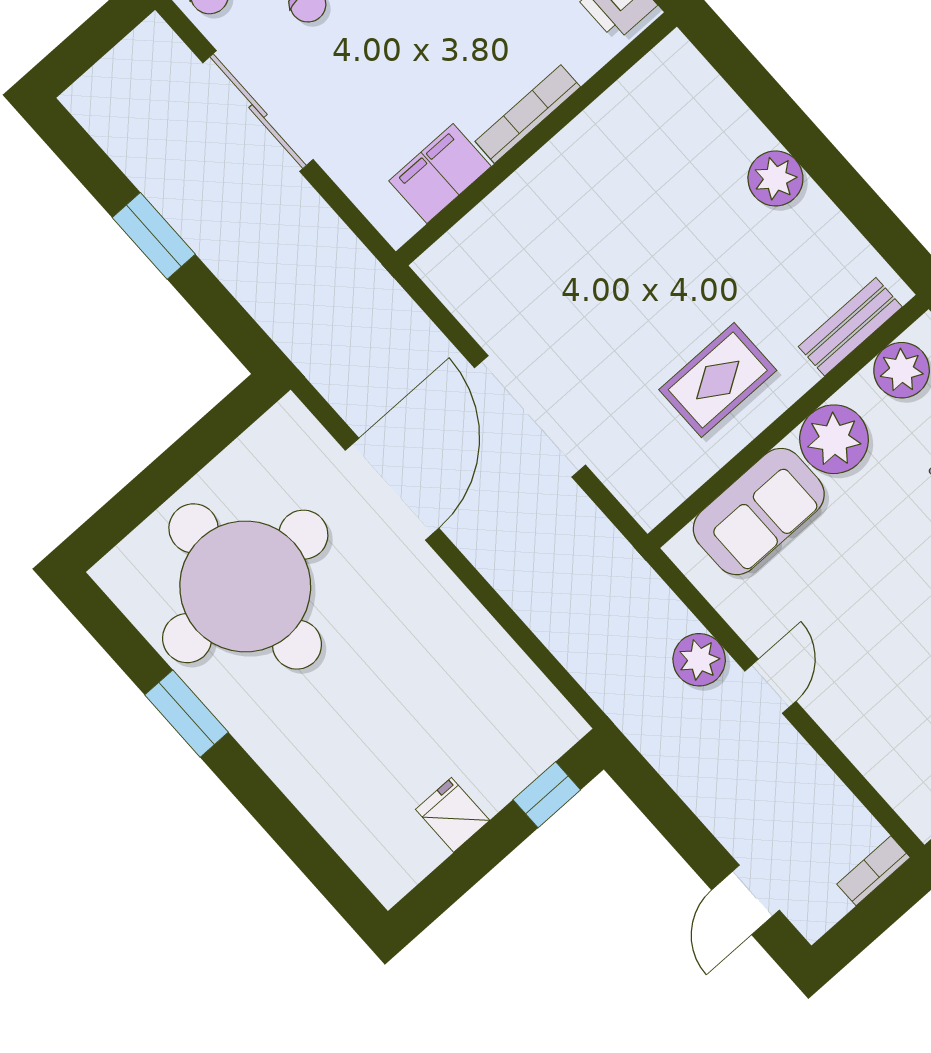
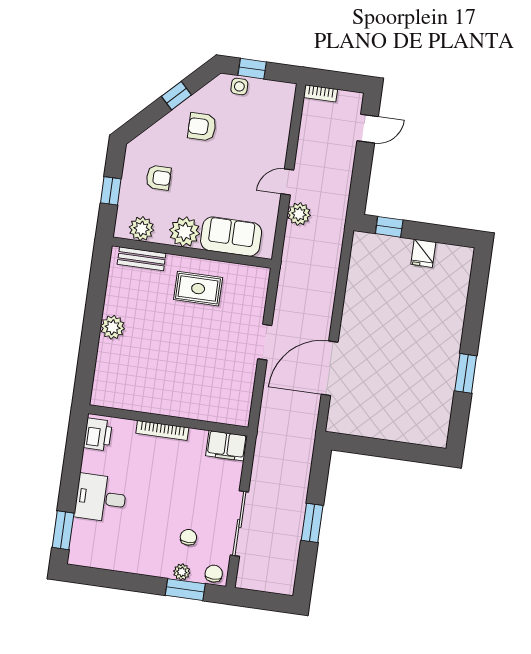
filing cabinet: (440, 174) -> (227, 446), moved
doorway: (530, 416) -> (265, 342), width x0.53
round table: (245, 586) -> (405, 390), removed

